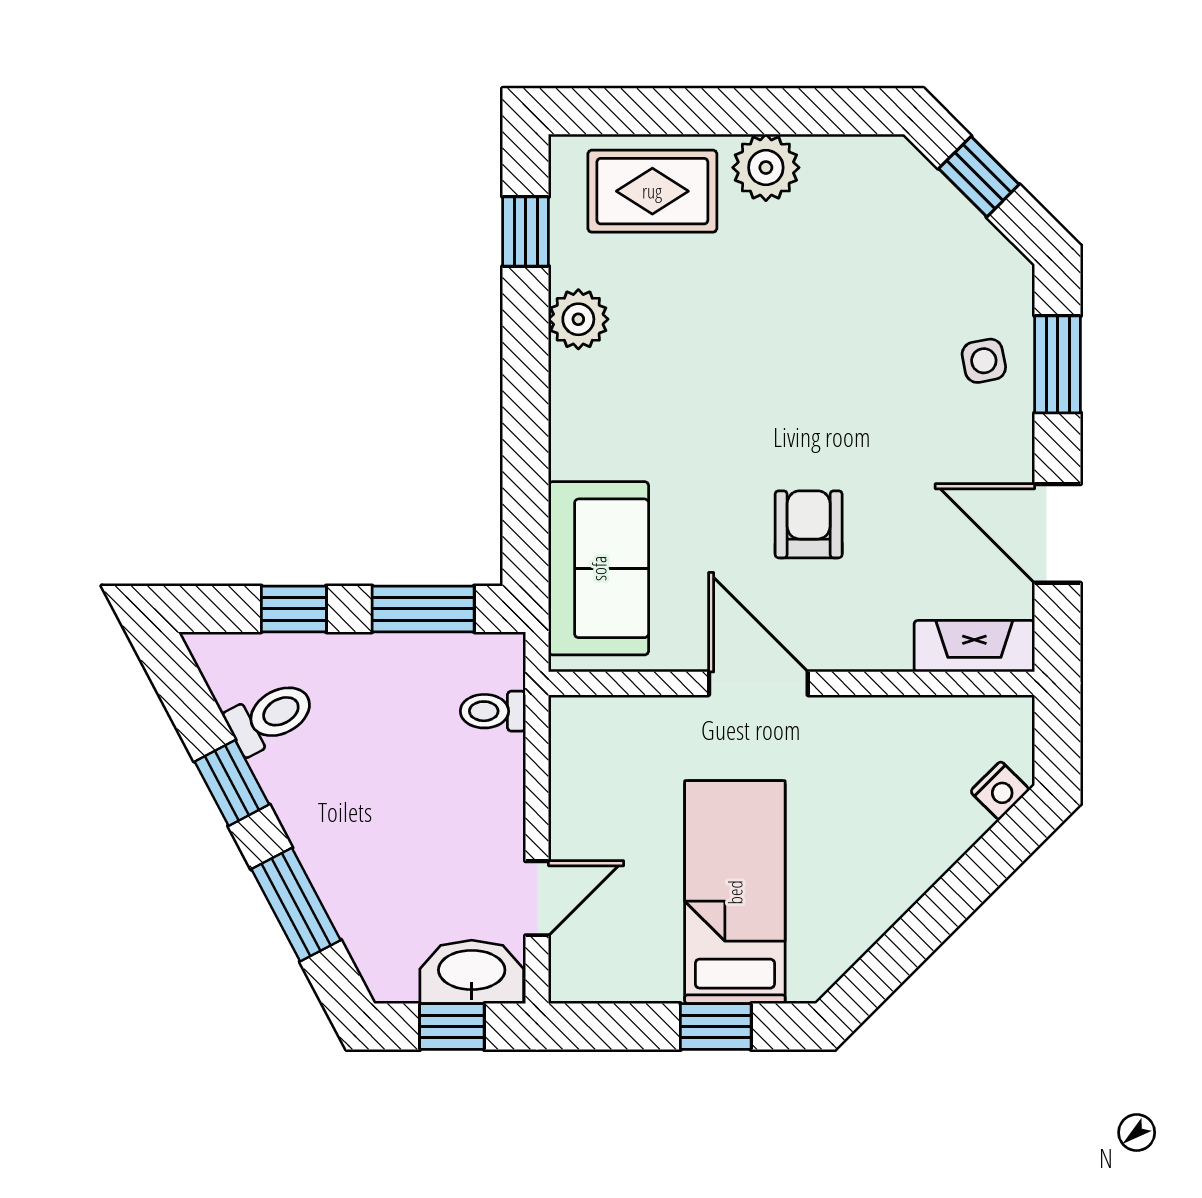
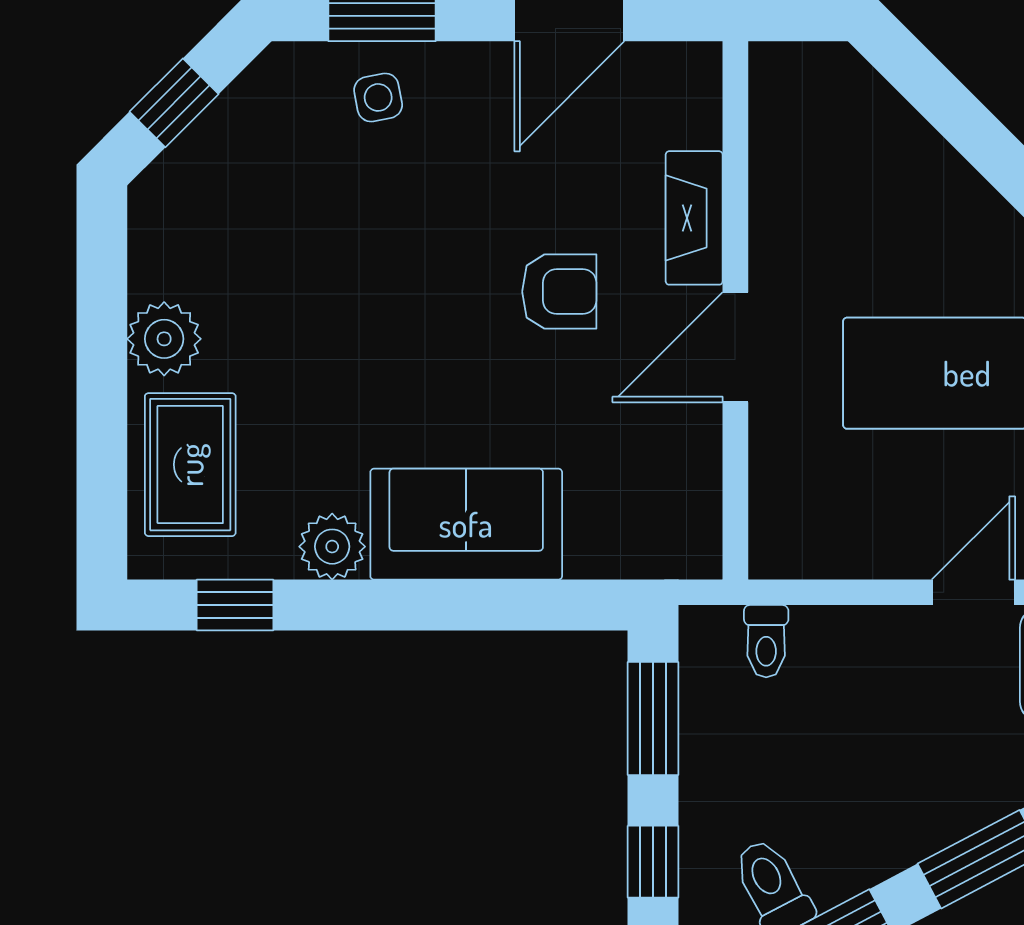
armchair: (809, 524) -> (559, 292), turned 180
sofa: (599, 568) -> (466, 524), moved
fireplace: (974, 646) -> (694, 218), moved
nightstand: (1000, 791) -> (854, 80), removed
door: (537, 898) -> (973, 592), hinge flipped

